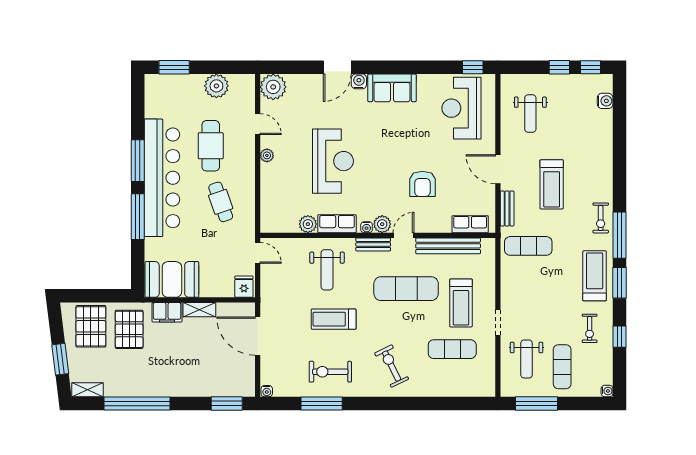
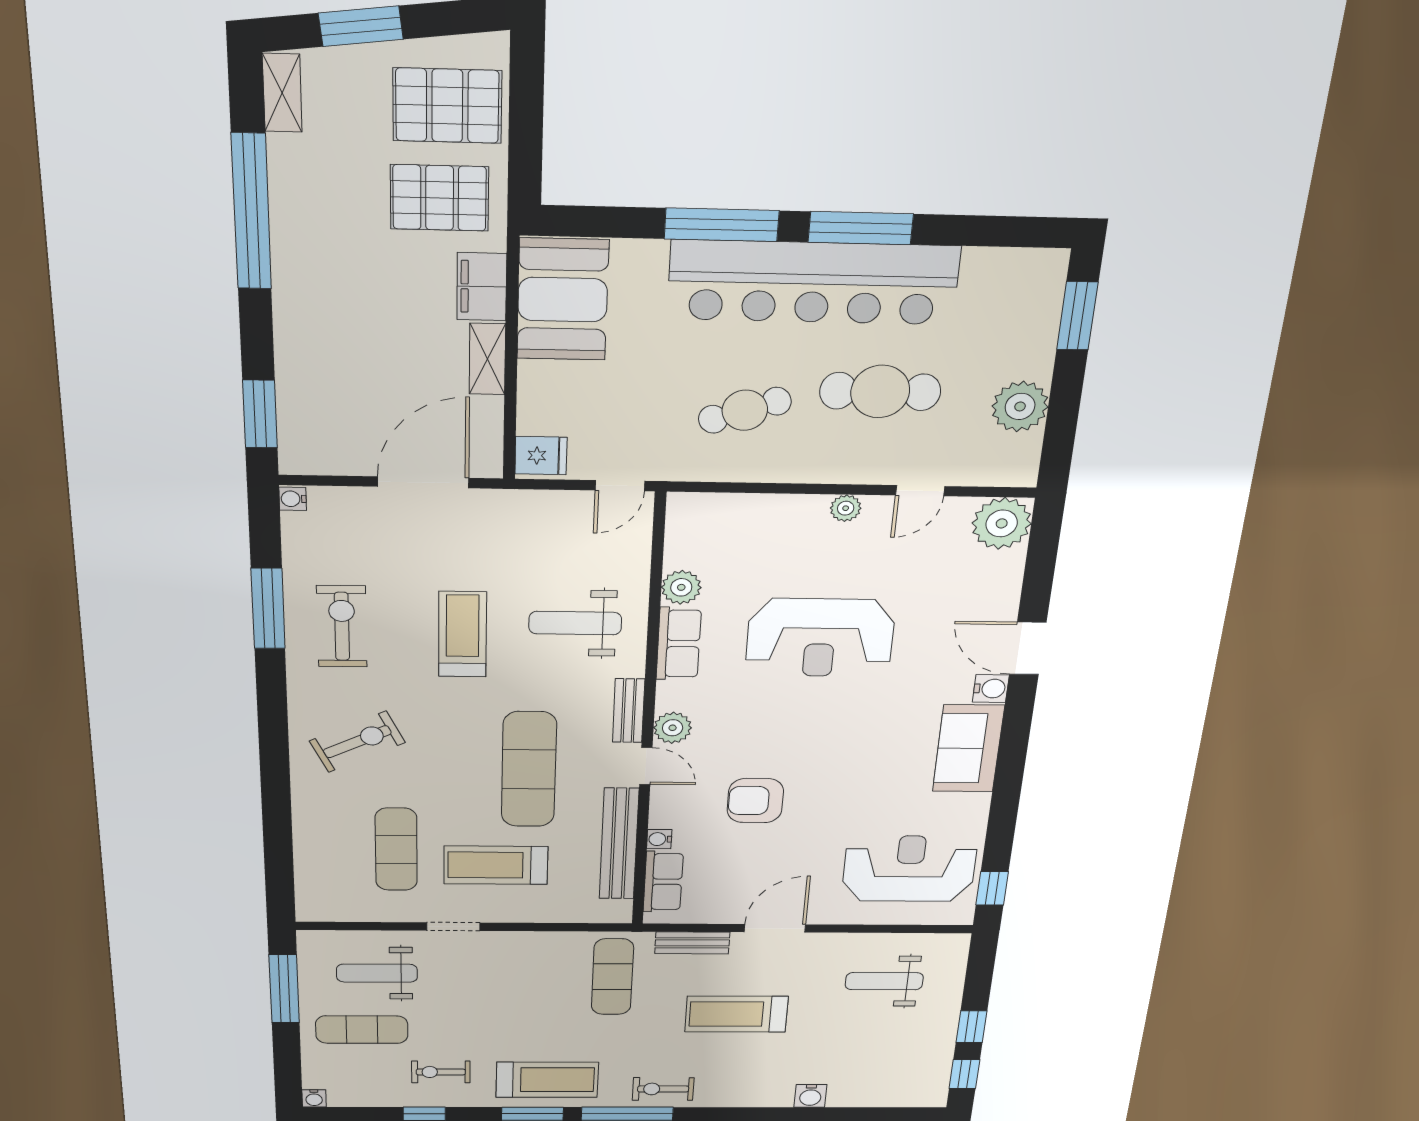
water cooler: (605, 101) -> (810, 1096), moved
water cooler: (367, 227) -> (659, 839), moved

